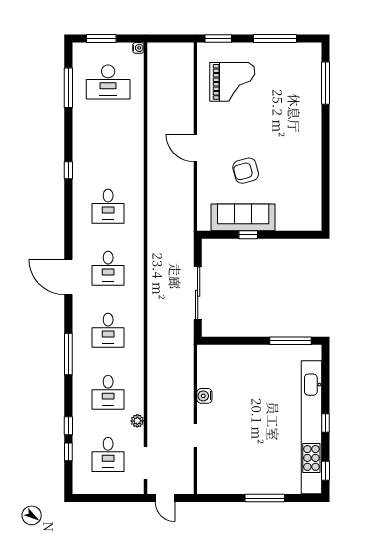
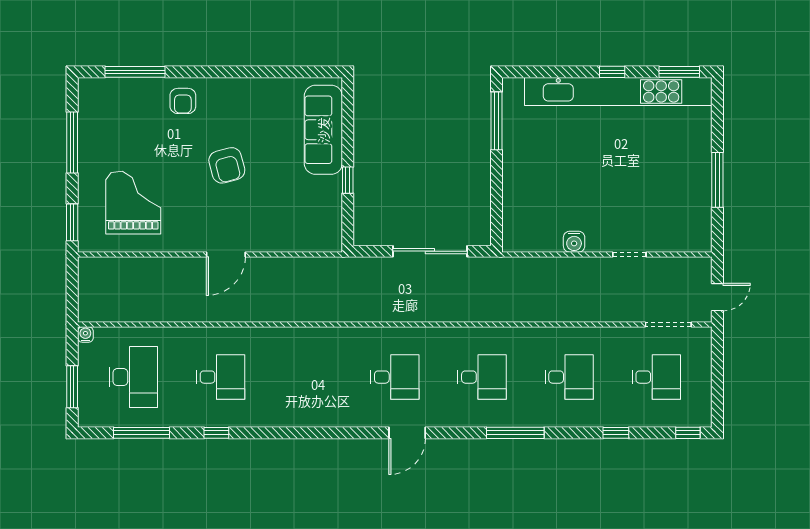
armchair: (305, 117) -> (183, 101), added
window: (68, 170) -> (216, 433), moved
armchair: (246, 171) -> (227, 165), moved
desk: (108, 206) -> (221, 377), moved
sofa: (243, 217) -> (323, 130), moved
door: (68, 277) -> (407, 433), width x0.73
plant: (137, 421) -> (609, 336), removed
window: (68, 452) -> (688, 433), moved
window: (325, 471) -> (679, 72), width x1.50
window: (265, 498) -> (717, 180), moved

